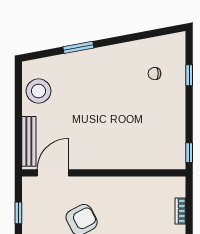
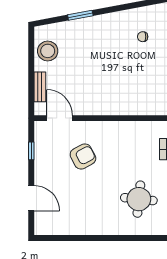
bench: (29, 141) -> (40, 87), width x0.73
door: (53, 173) -> (59, 118), hinge flipped

